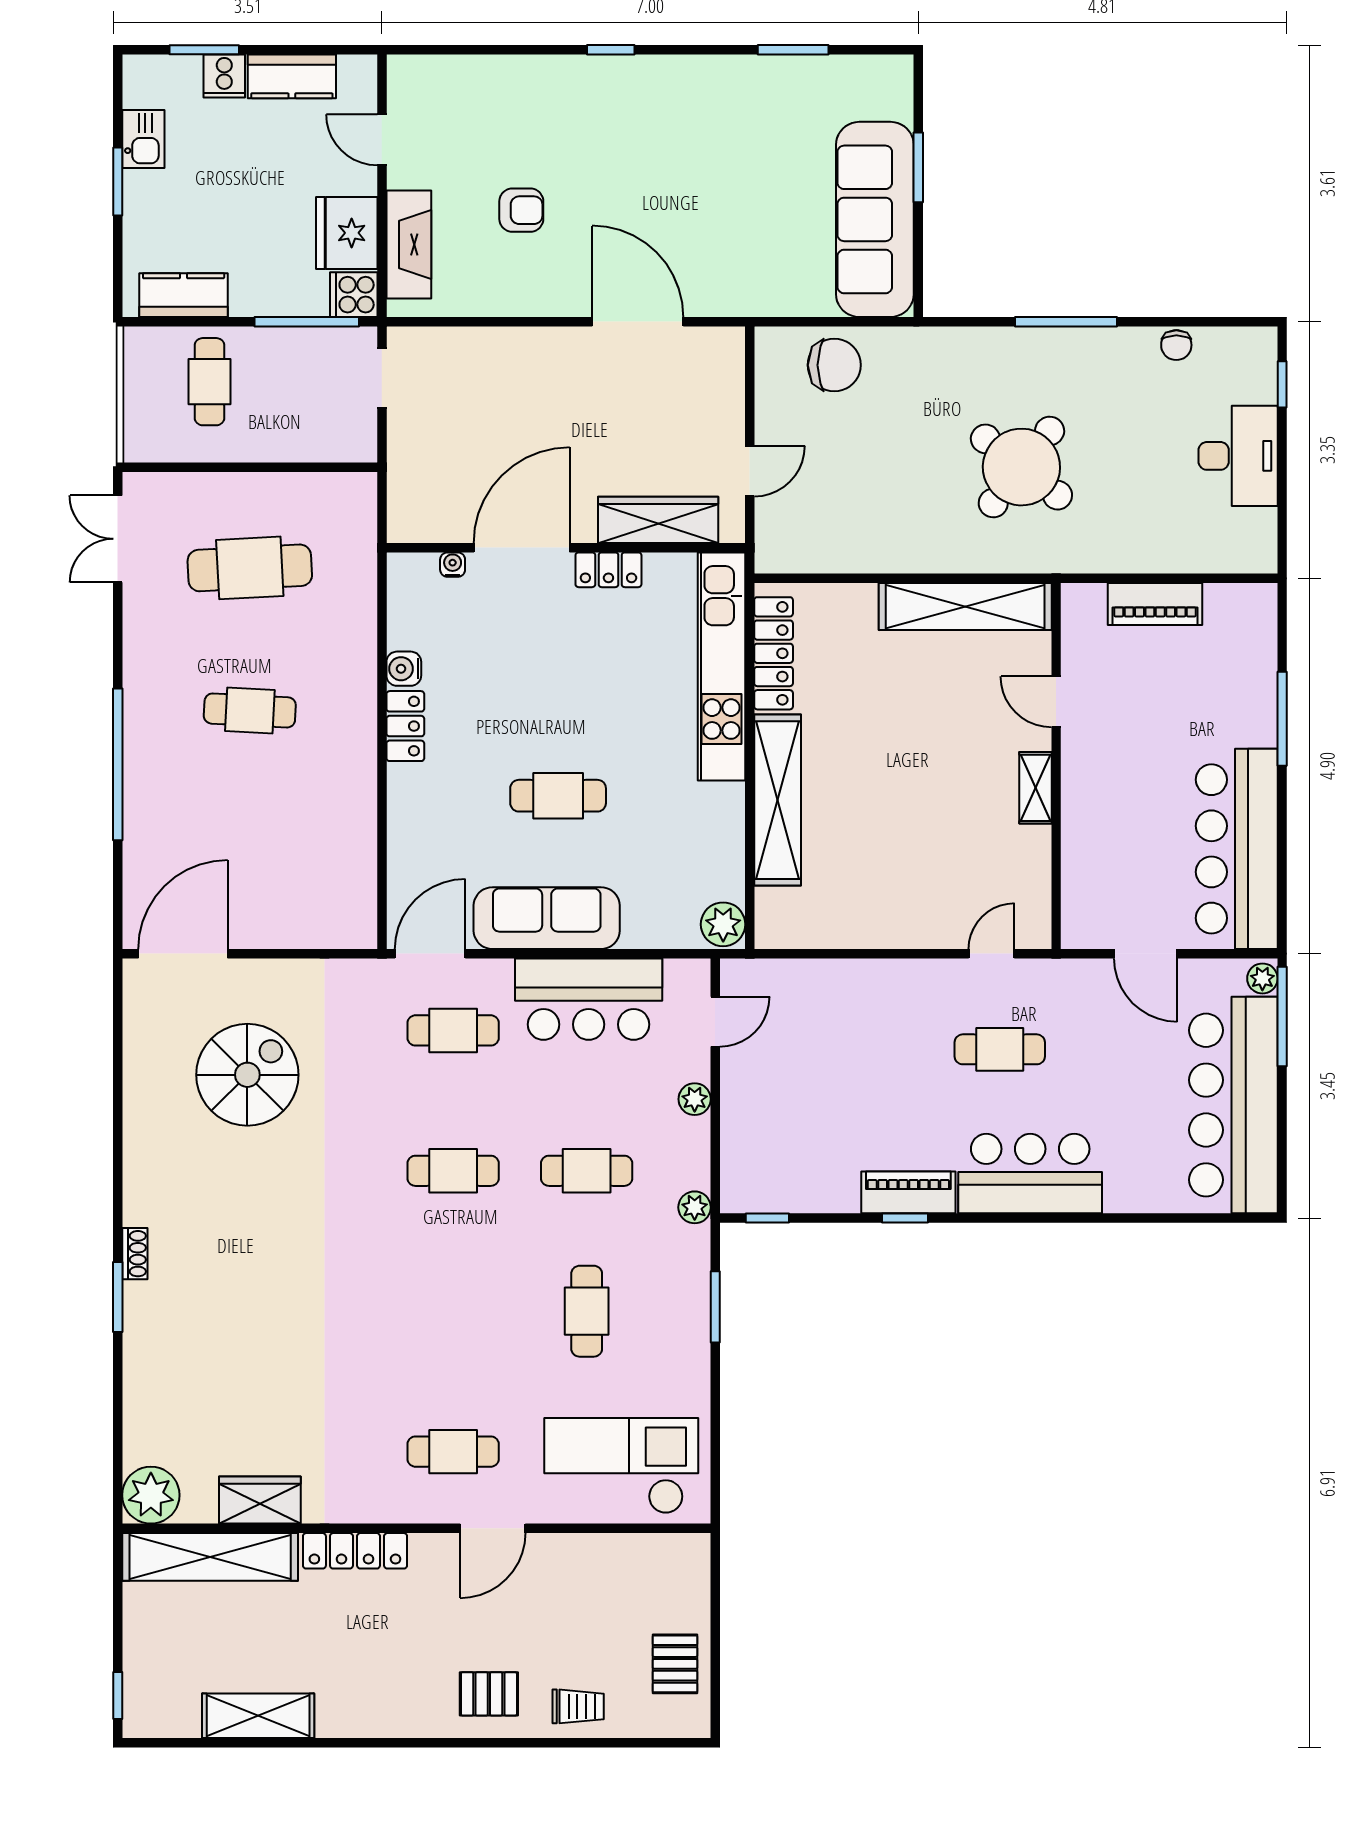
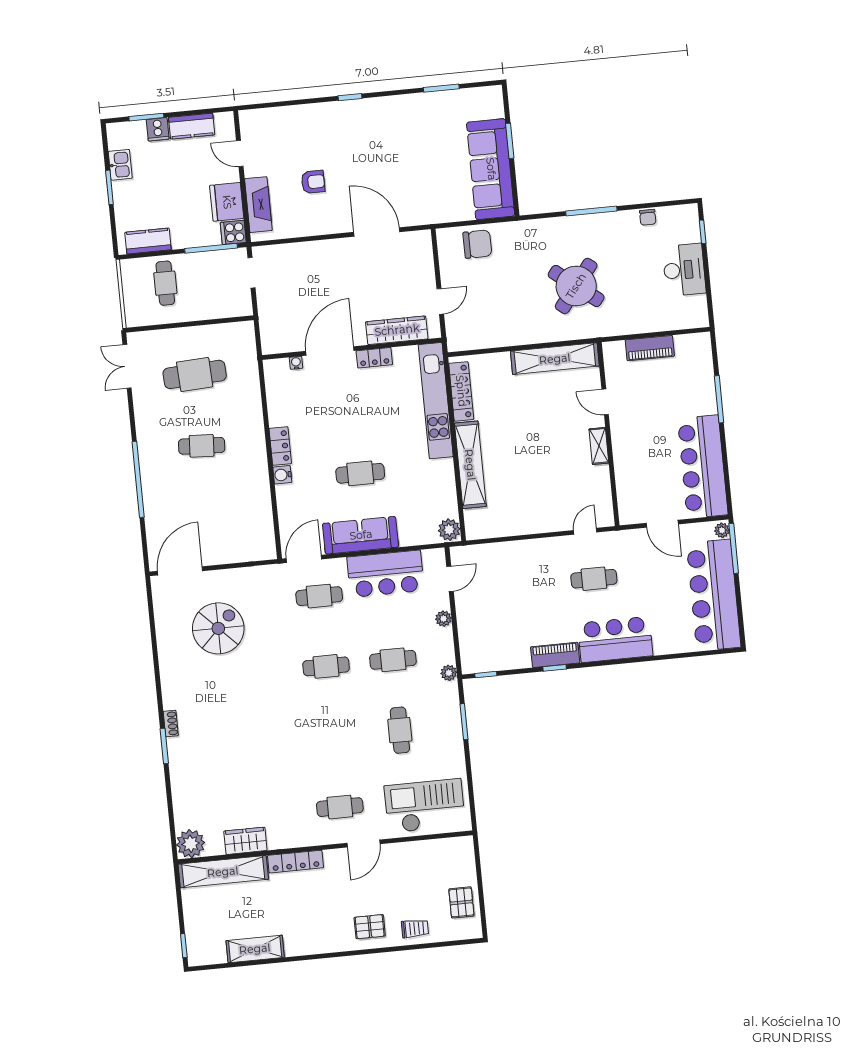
water cooler: (404, 669) -> (282, 475), moved

